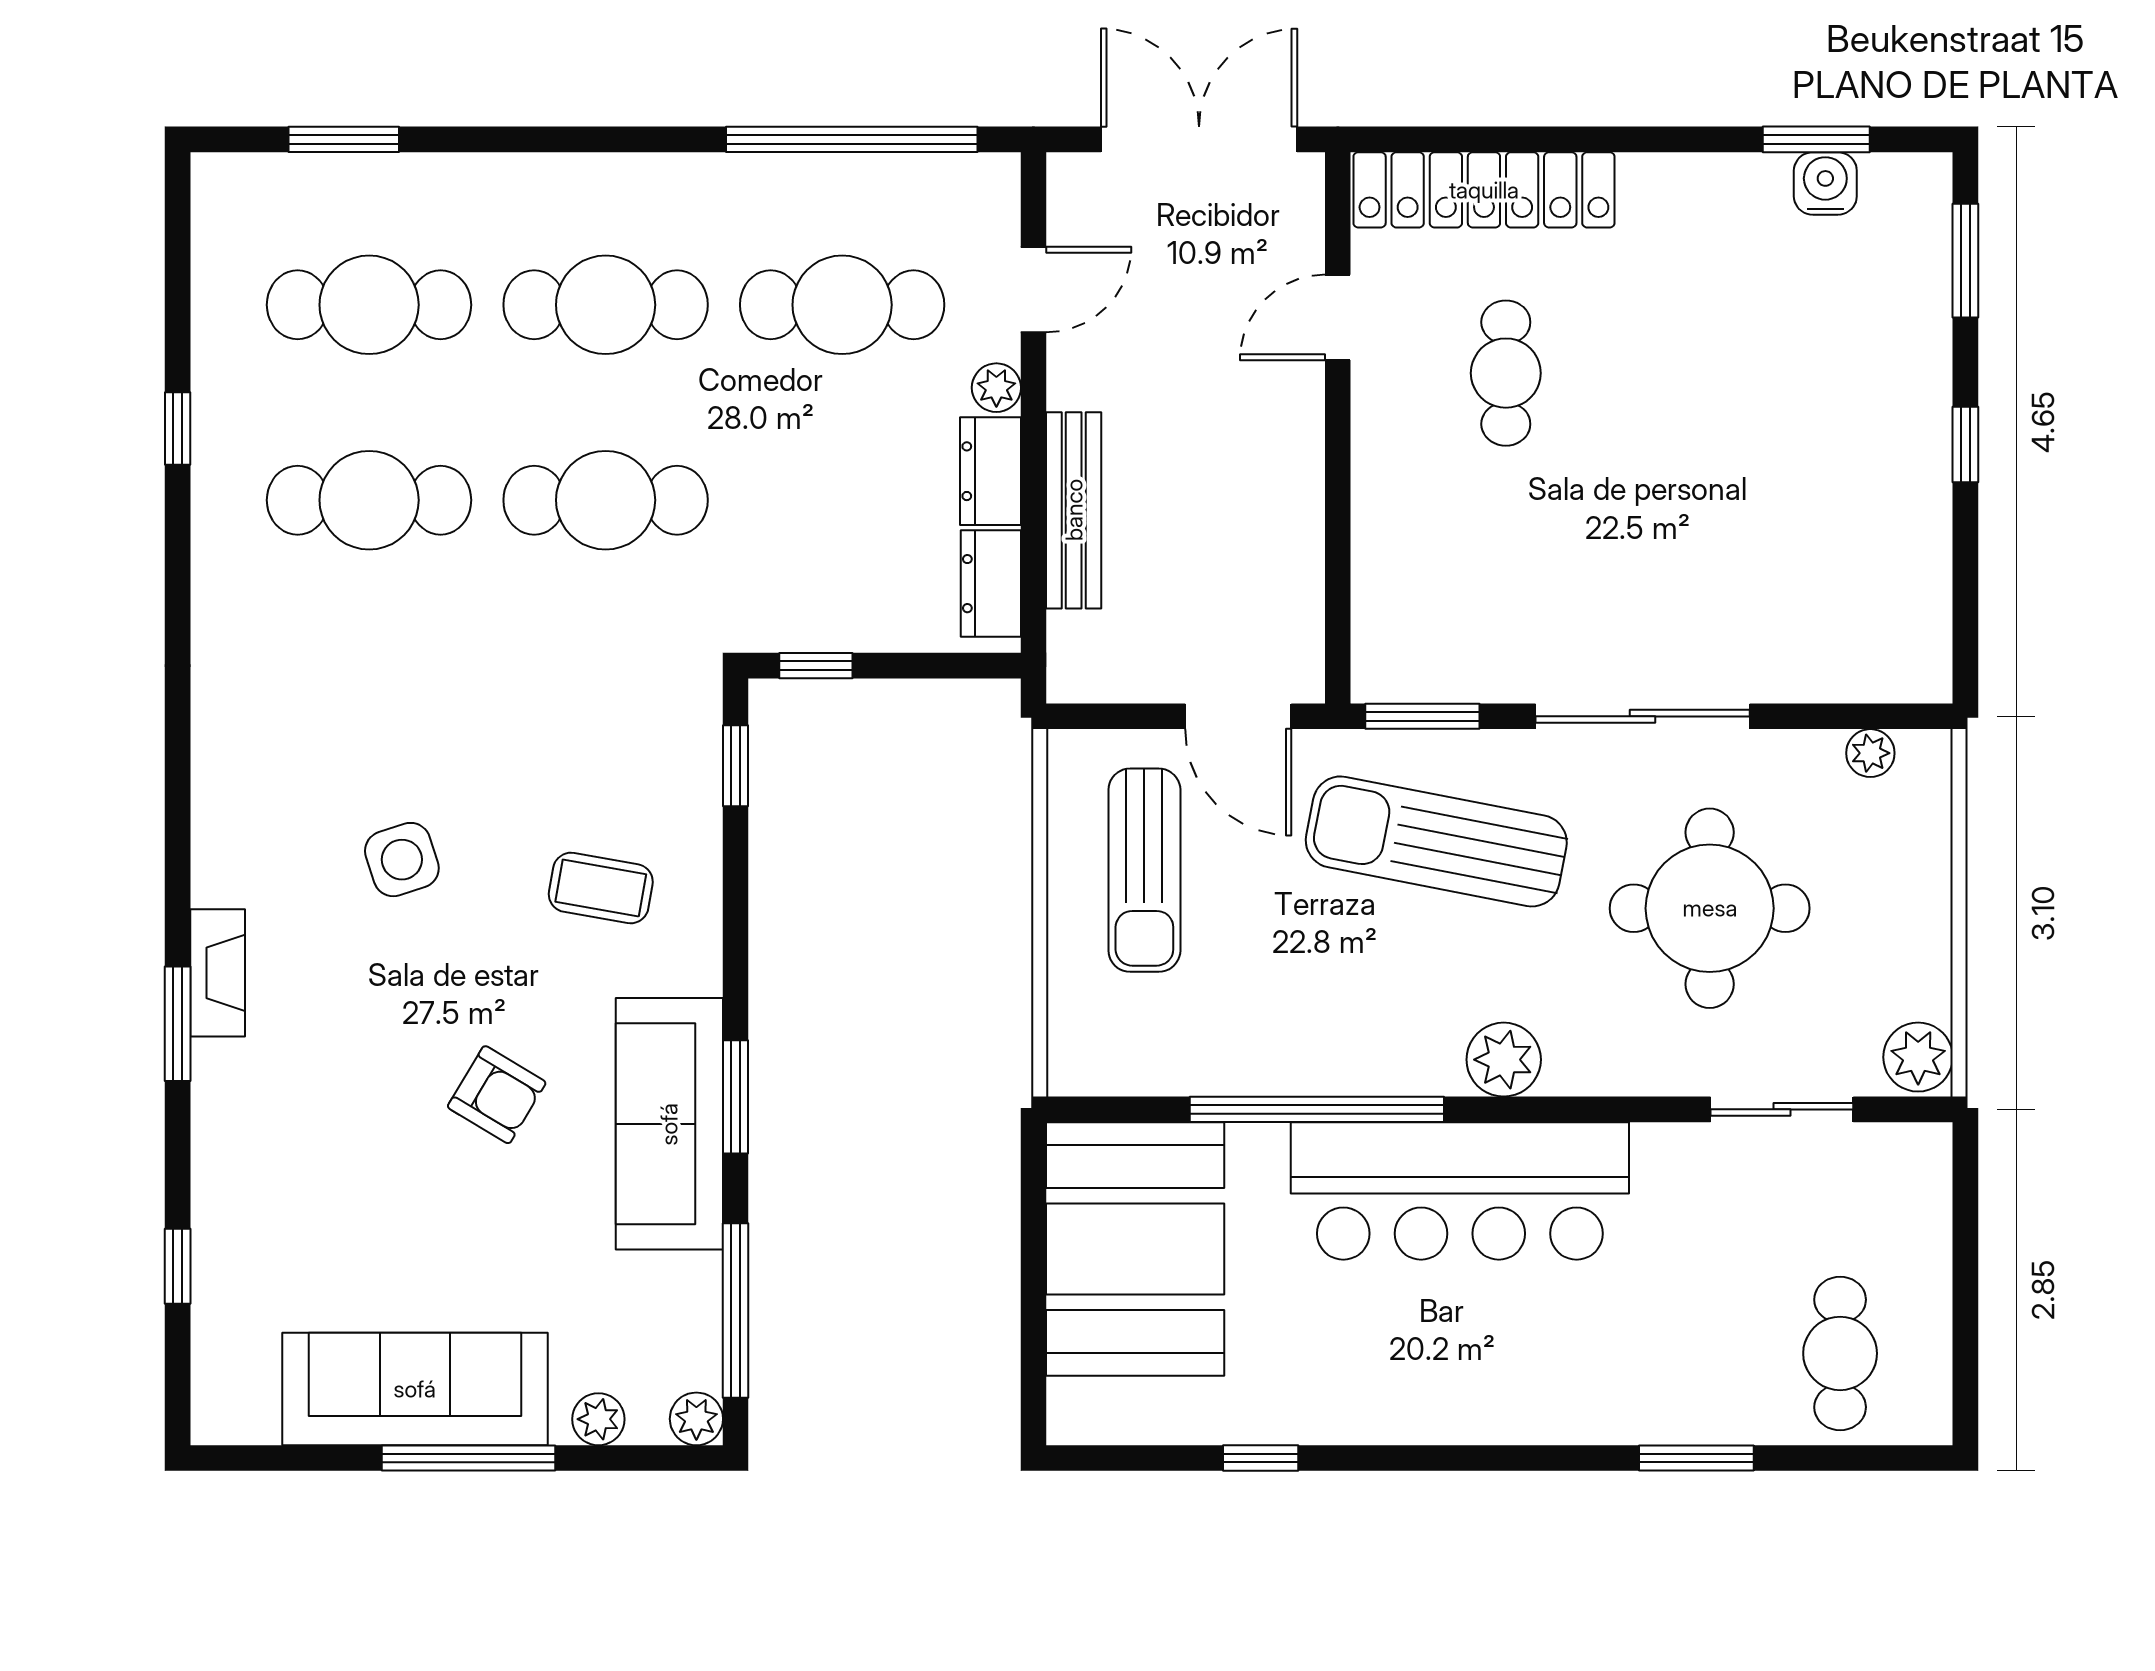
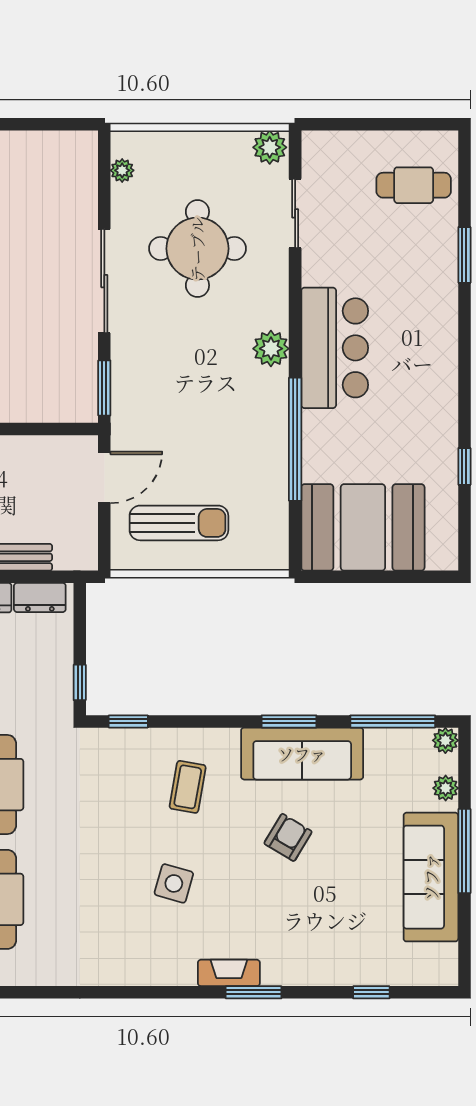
sun lounger: (1436, 841) -> (165, 381), removed
side table: (402, 860) -> (174, 883), turned 34
bar counter: (1460, 1191) -> (335, 348), width x0.73

